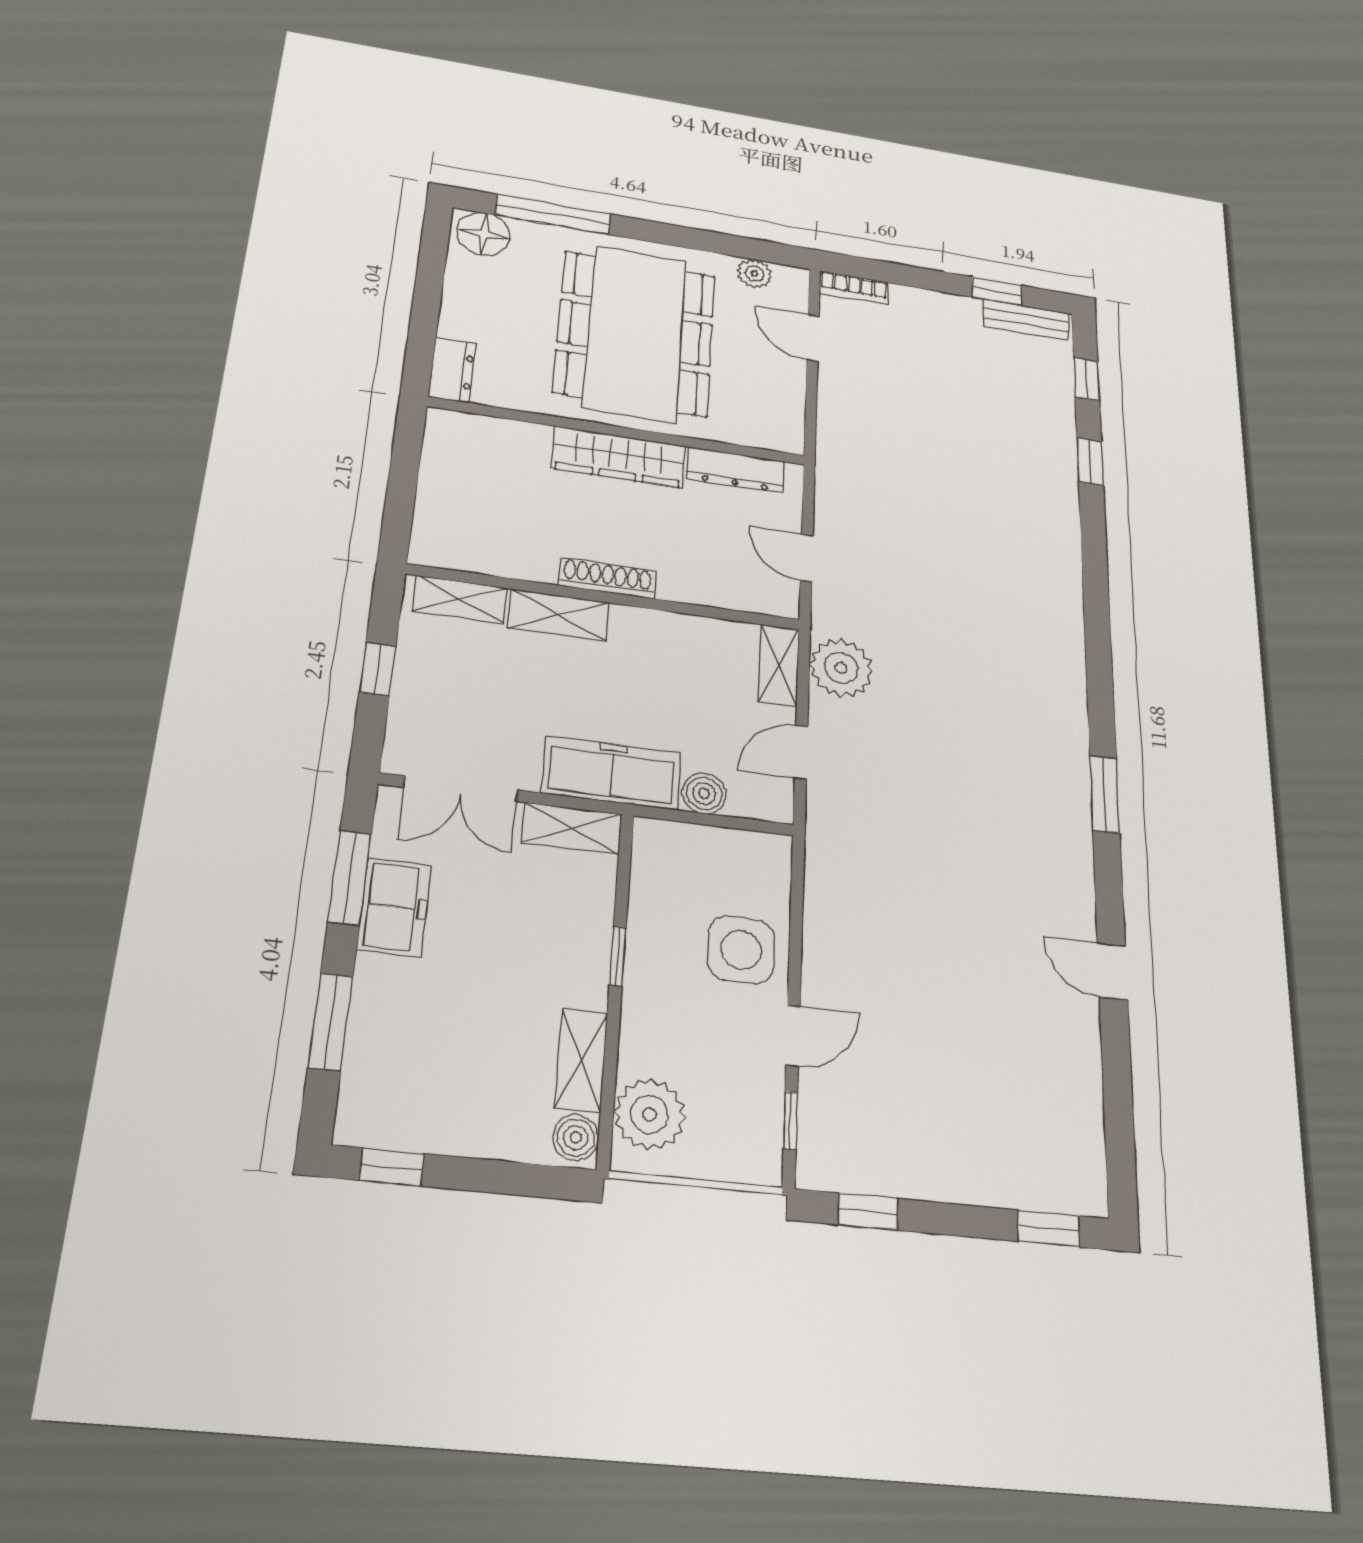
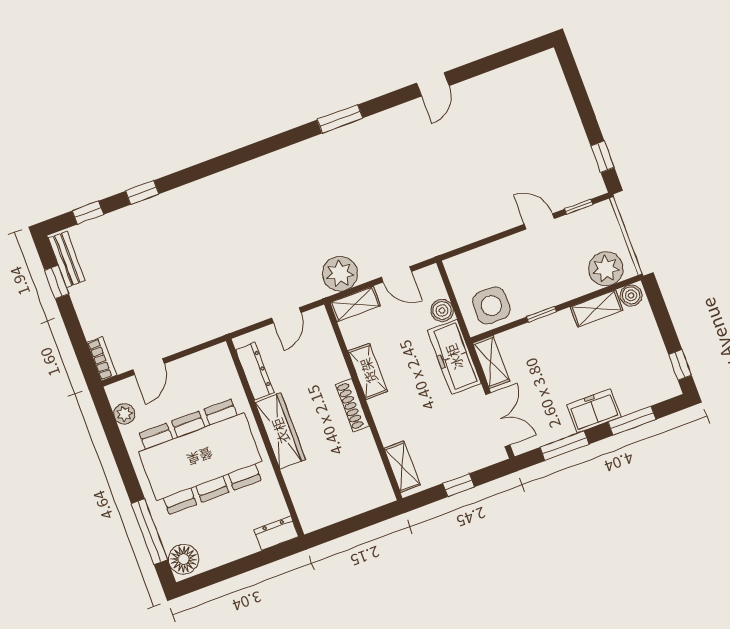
shelving: (559, 615) -> (368, 371), moved
freezer: (394, 907) -> (594, 411), moved
side table: (741, 950) -> (491, 305), moved
window: (1049, 1229) -> (572, 73), removed

